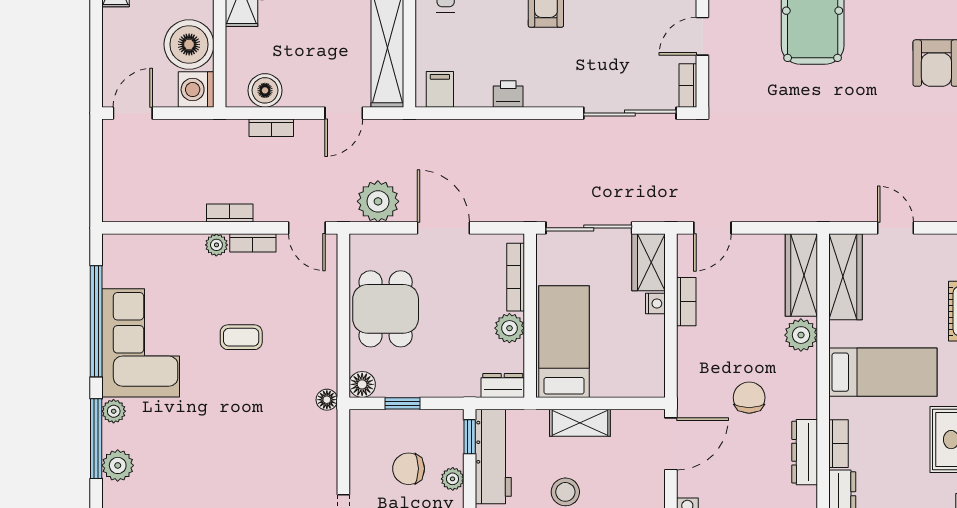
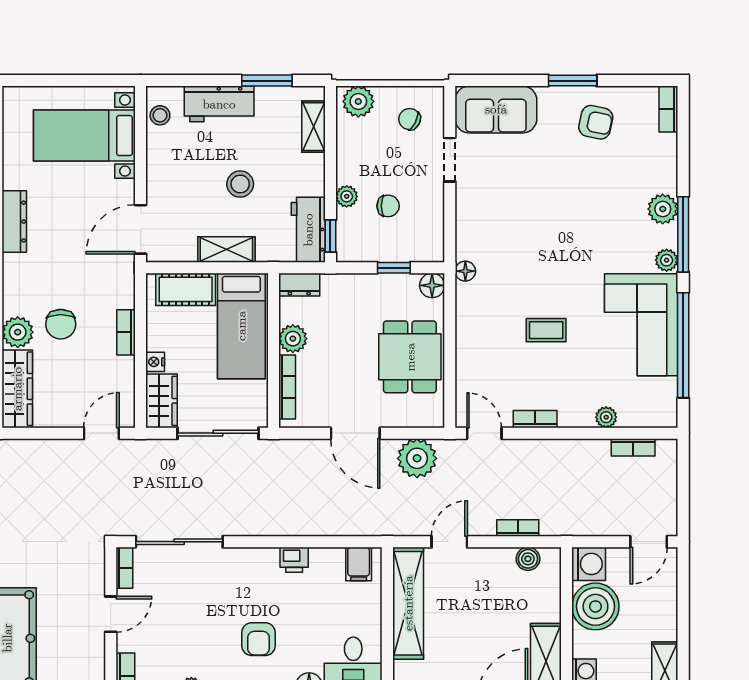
boiler: (265, 90) -> (528, 559), width x0.73, depth x0.73
bookcase: (230, 213) -> (633, 447), moved
plant: (216, 245) -> (606, 417), moved
bookcase: (686, 302) -> (126, 332), moved
cot: (623, 380) -> (186, 289), added
chair: (749, 398) -> (61, 324), moved
workbench: (493, 456) -> (308, 230), width x0.73
chair: (409, 469) -> (388, 206), width x0.73, depth x0.73

